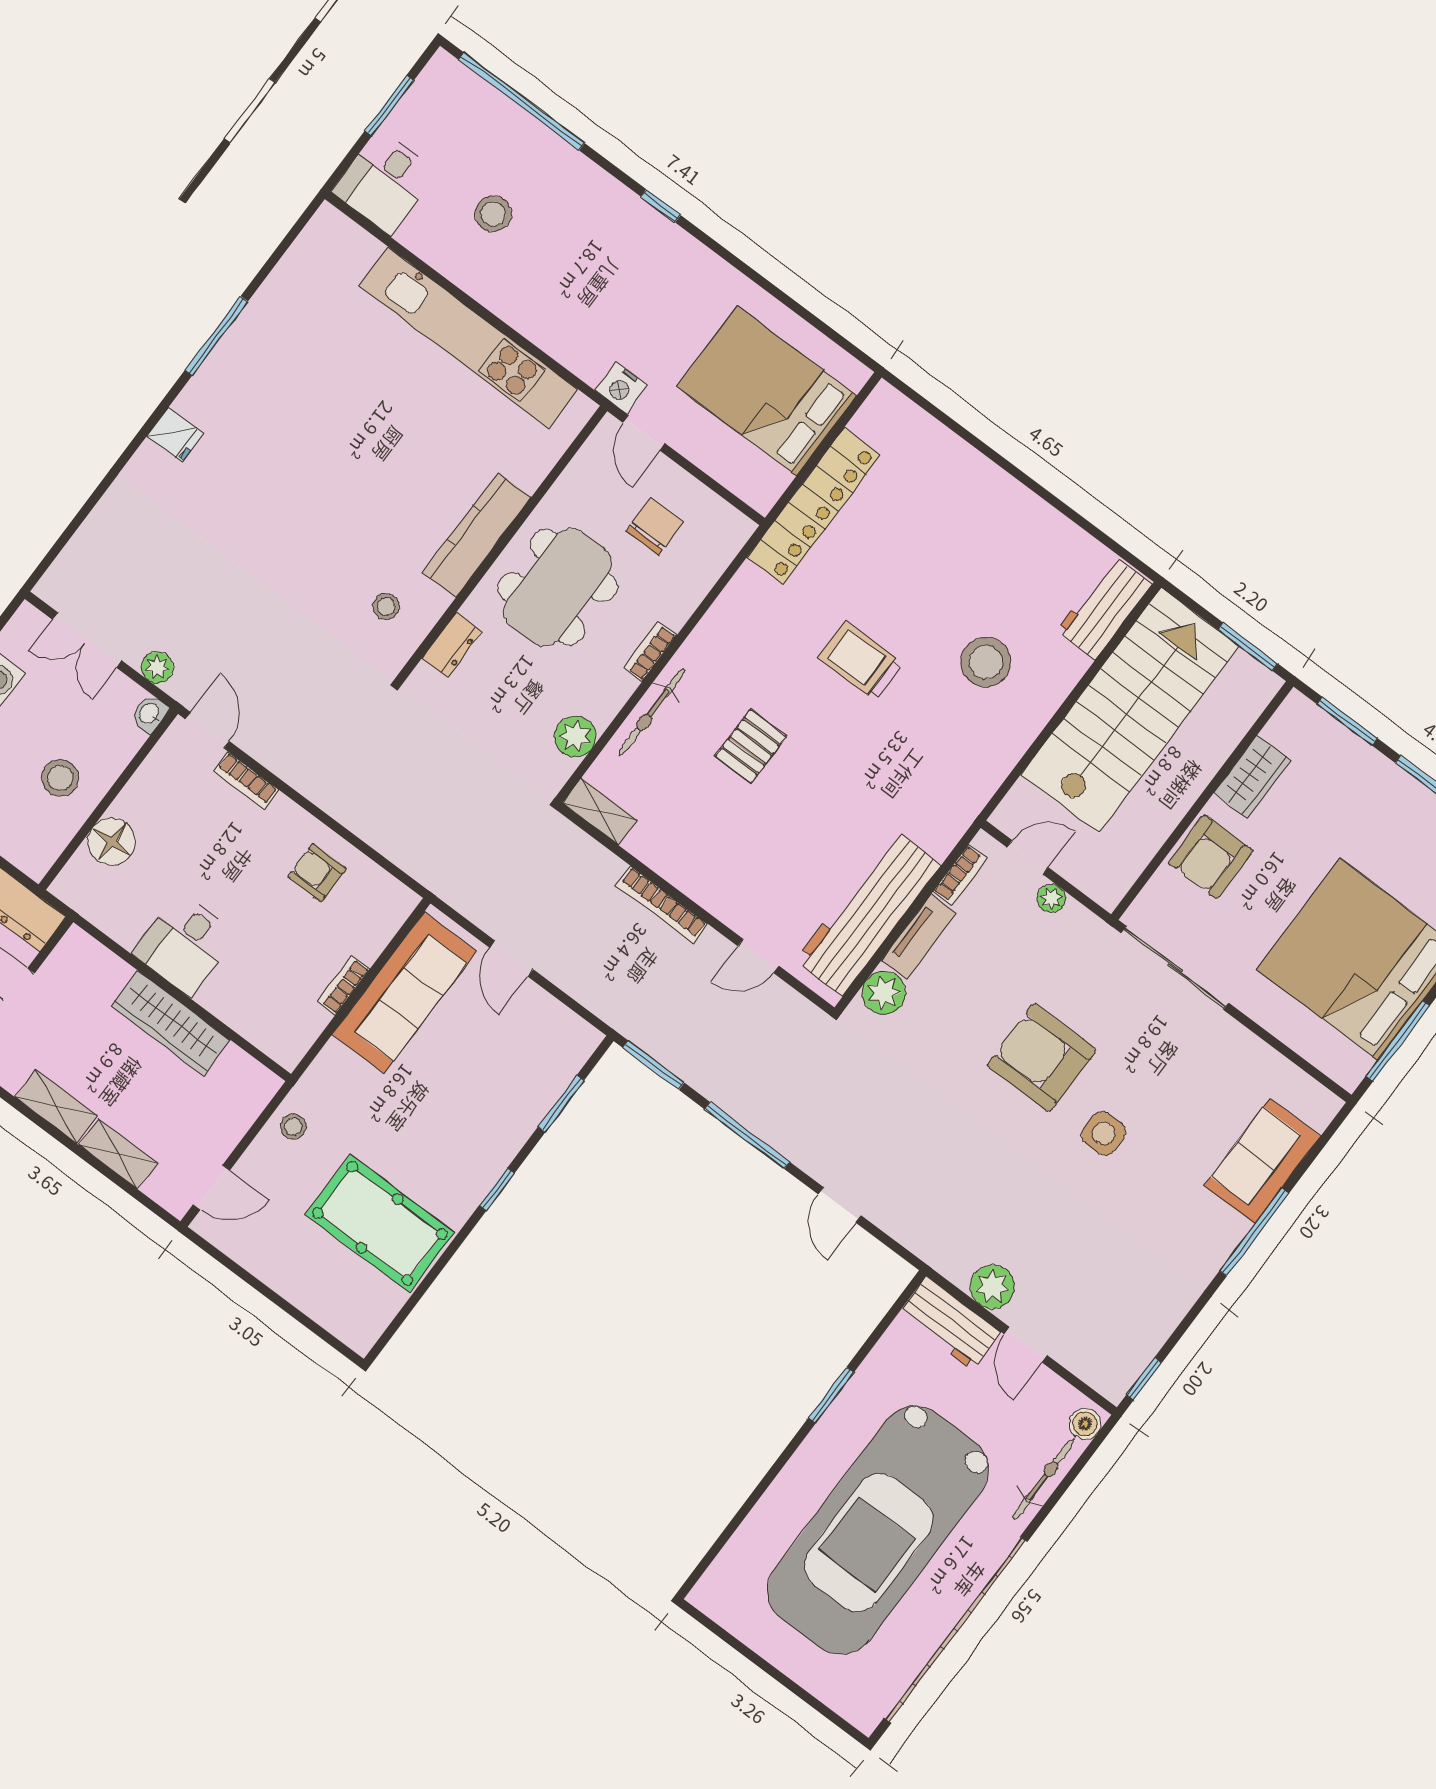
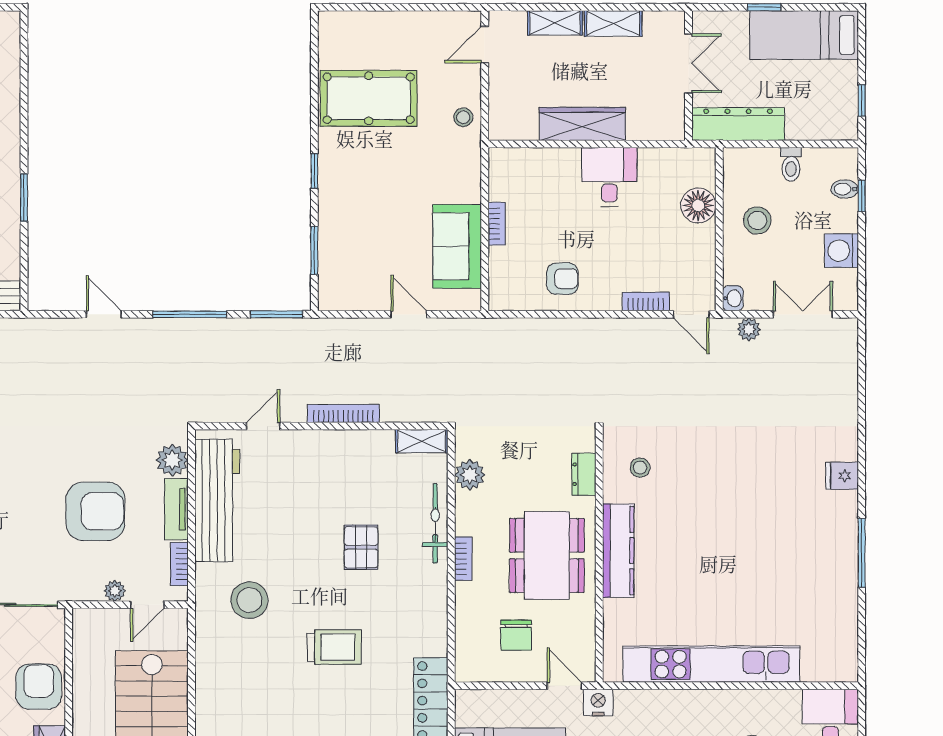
stool: (986, 662) -> (249, 600), moved
sofa: (404, 993) -> (457, 246), width x0.73
armchair: (1042, 1058) -> (95, 511), moved

